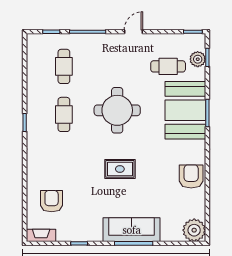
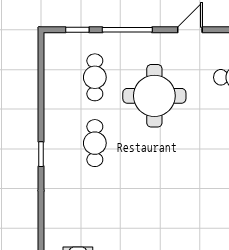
round table: (117, 110) -> (154, 96), moved
rug: (120, 169) -> (171, 218), removed

